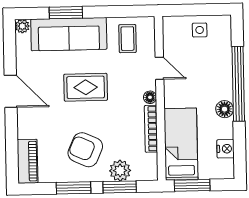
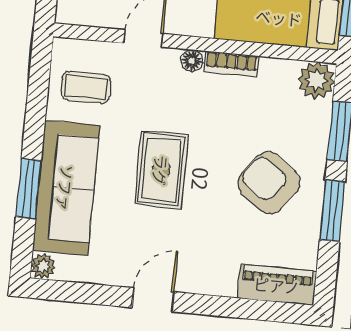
door: (11, 91) -> (153, 300), width x0.73
bookcase: (151, 129) -> (231, 64), width x0.64
armchair: (85, 150) -> (269, 183), turned 103
plant: (120, 171) -> (316, 80), moved

